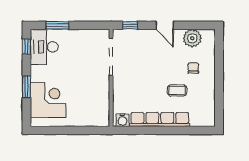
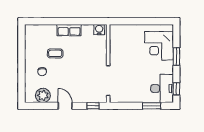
row of seats: (160, 119) -> (69, 30), width x0.50

